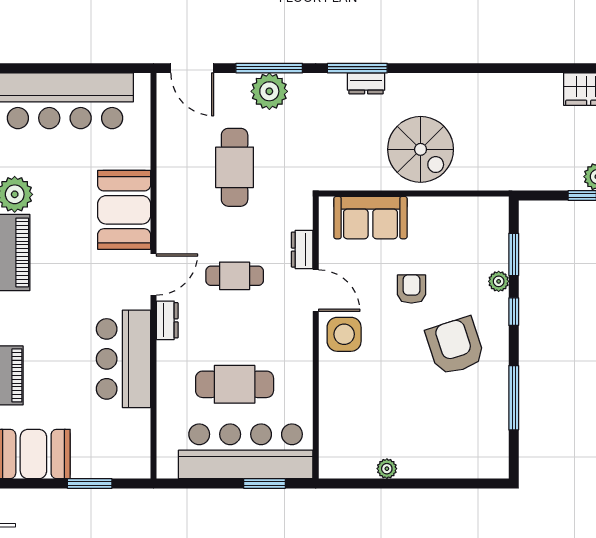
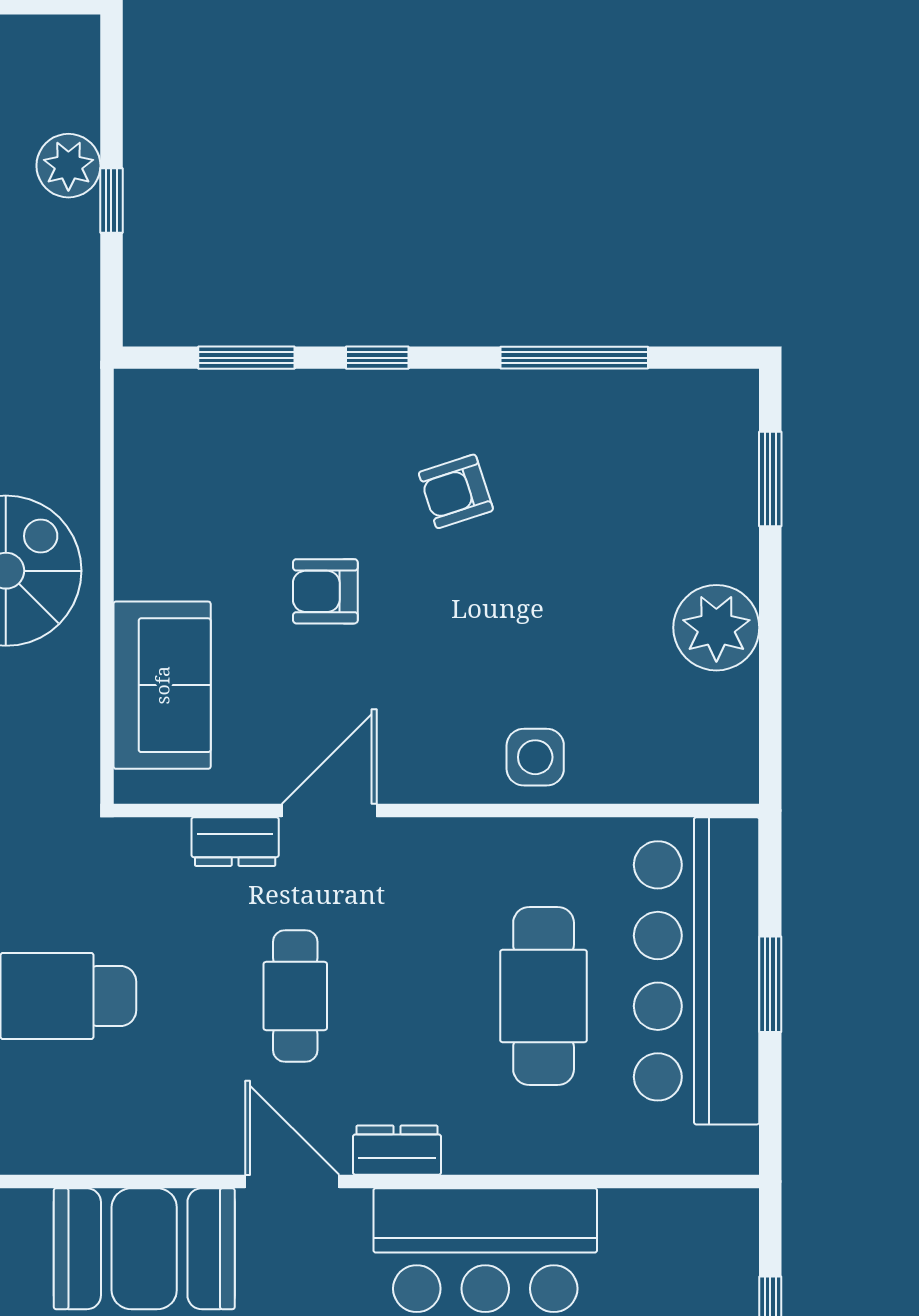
plant: (499, 281) -> (308, 392), removed
side table: (344, 334) -> (535, 757), moved, width x0.73, depth x0.73
armchair: (455, 346) -> (456, 491), width x0.53, depth x0.53
plant: (387, 469) -> (716, 628), width x1.88, depth x1.88
window: (264, 484) -> (770, 984), moved
window: (461, 484) -> (770, 479), added

